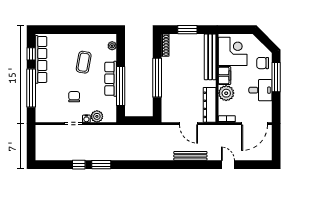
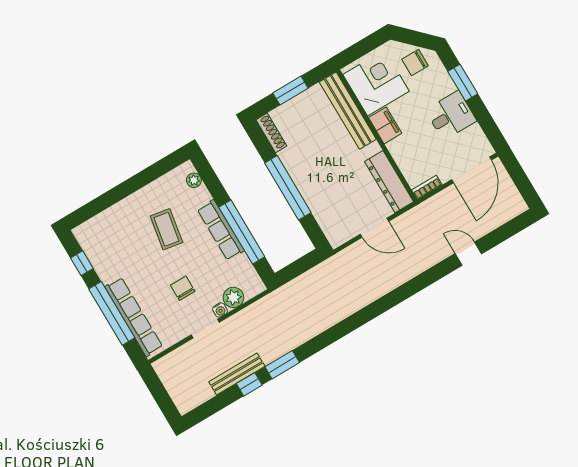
row of seats: (41, 59) -> (134, 317), moved
chair: (263, 63) -> (415, 63), moved
window: (276, 77) -> (463, 83), width x0.69
plant: (226, 93) -> (403, 150), removed
bench: (190, 156) -> (237, 374), moved

